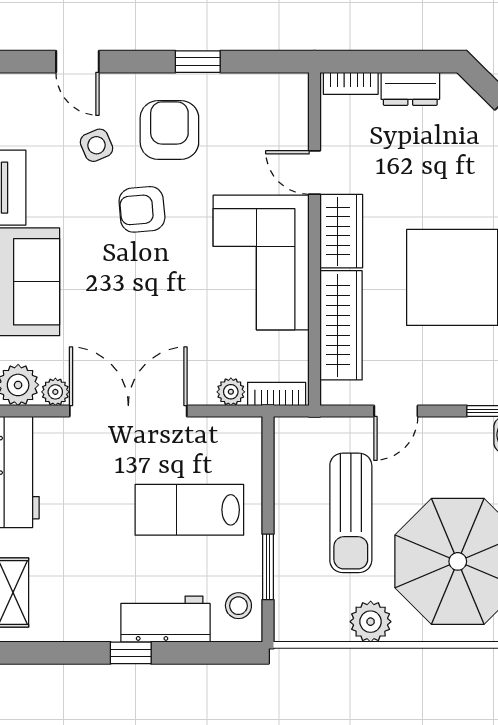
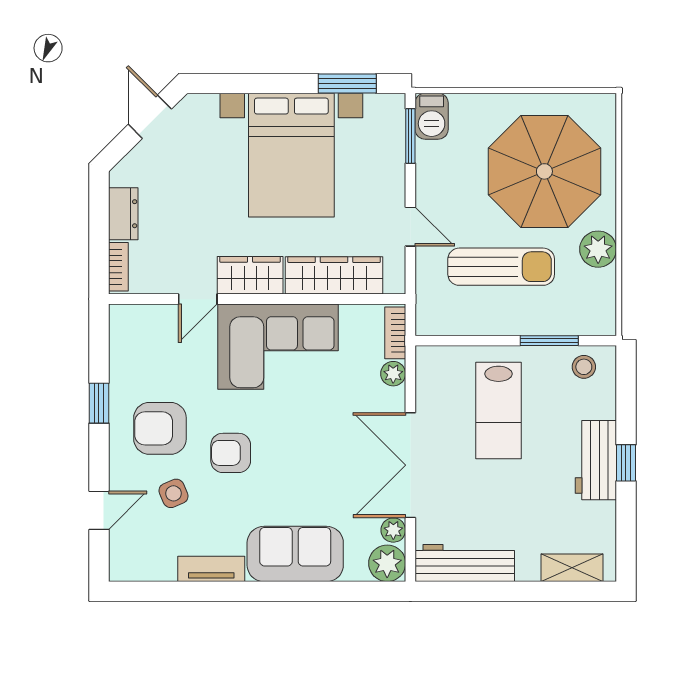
armchair: (142, 209) -> (231, 453), turned 95
workbench: (165, 619) -> (596, 460), moved

